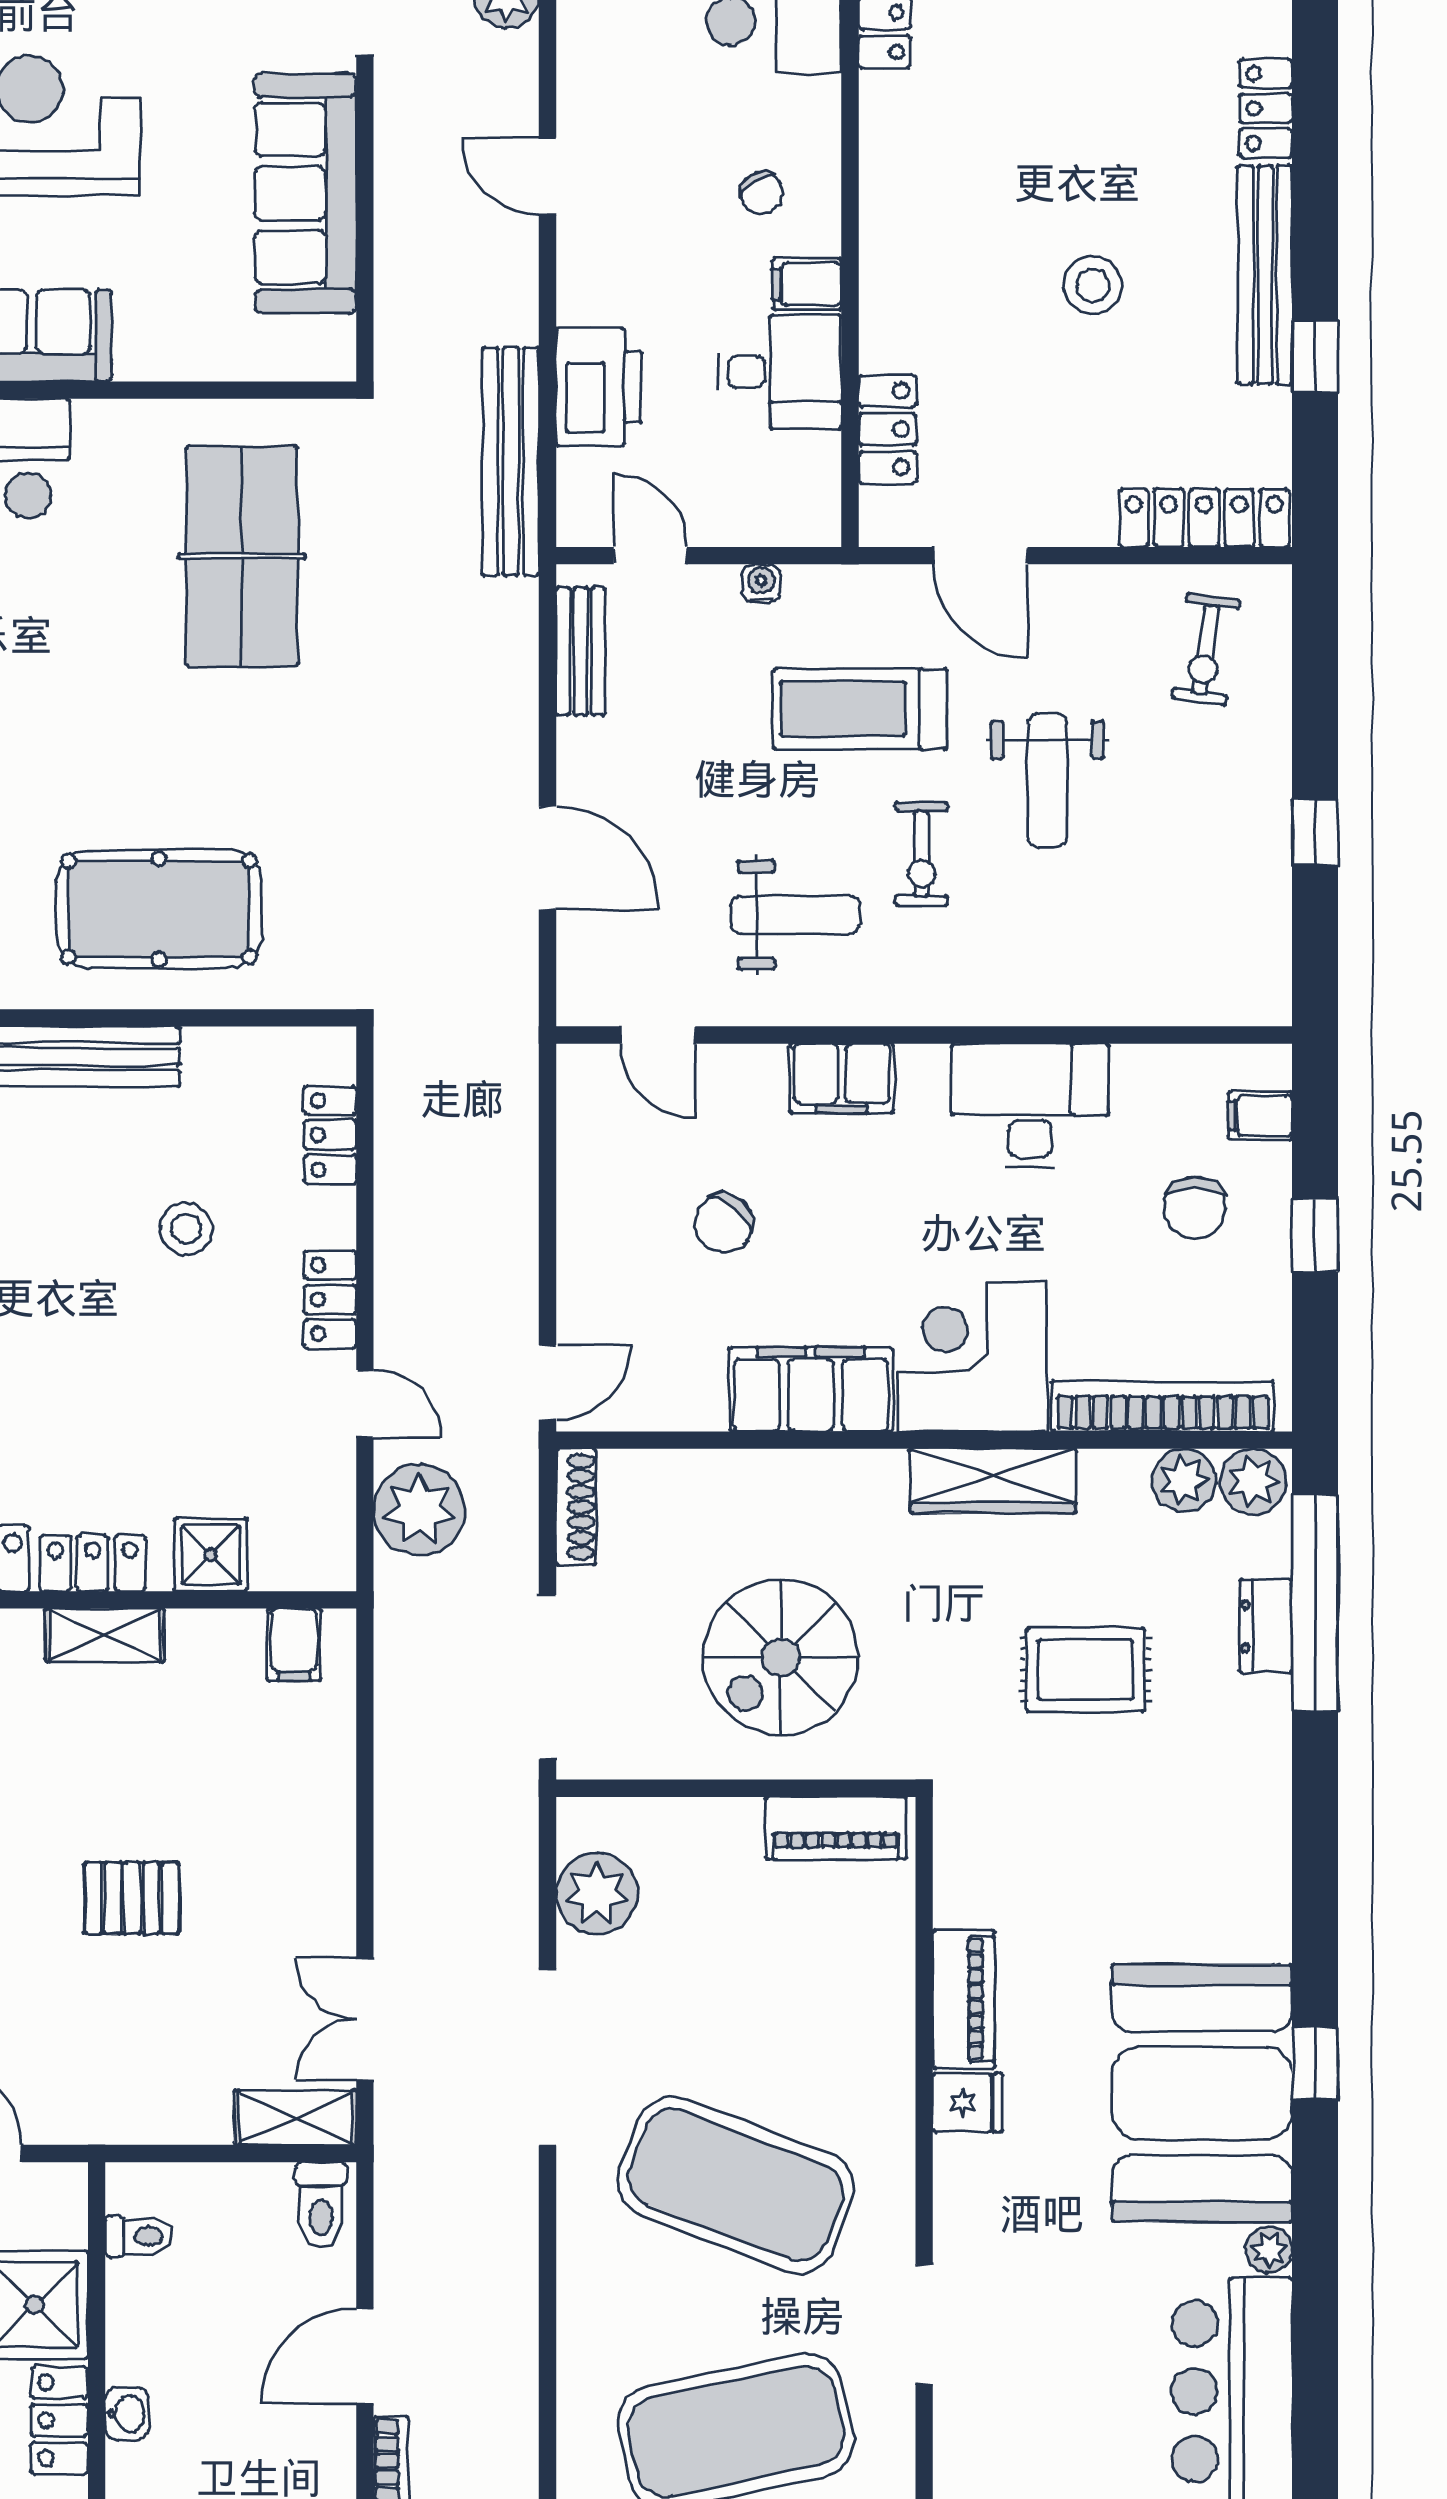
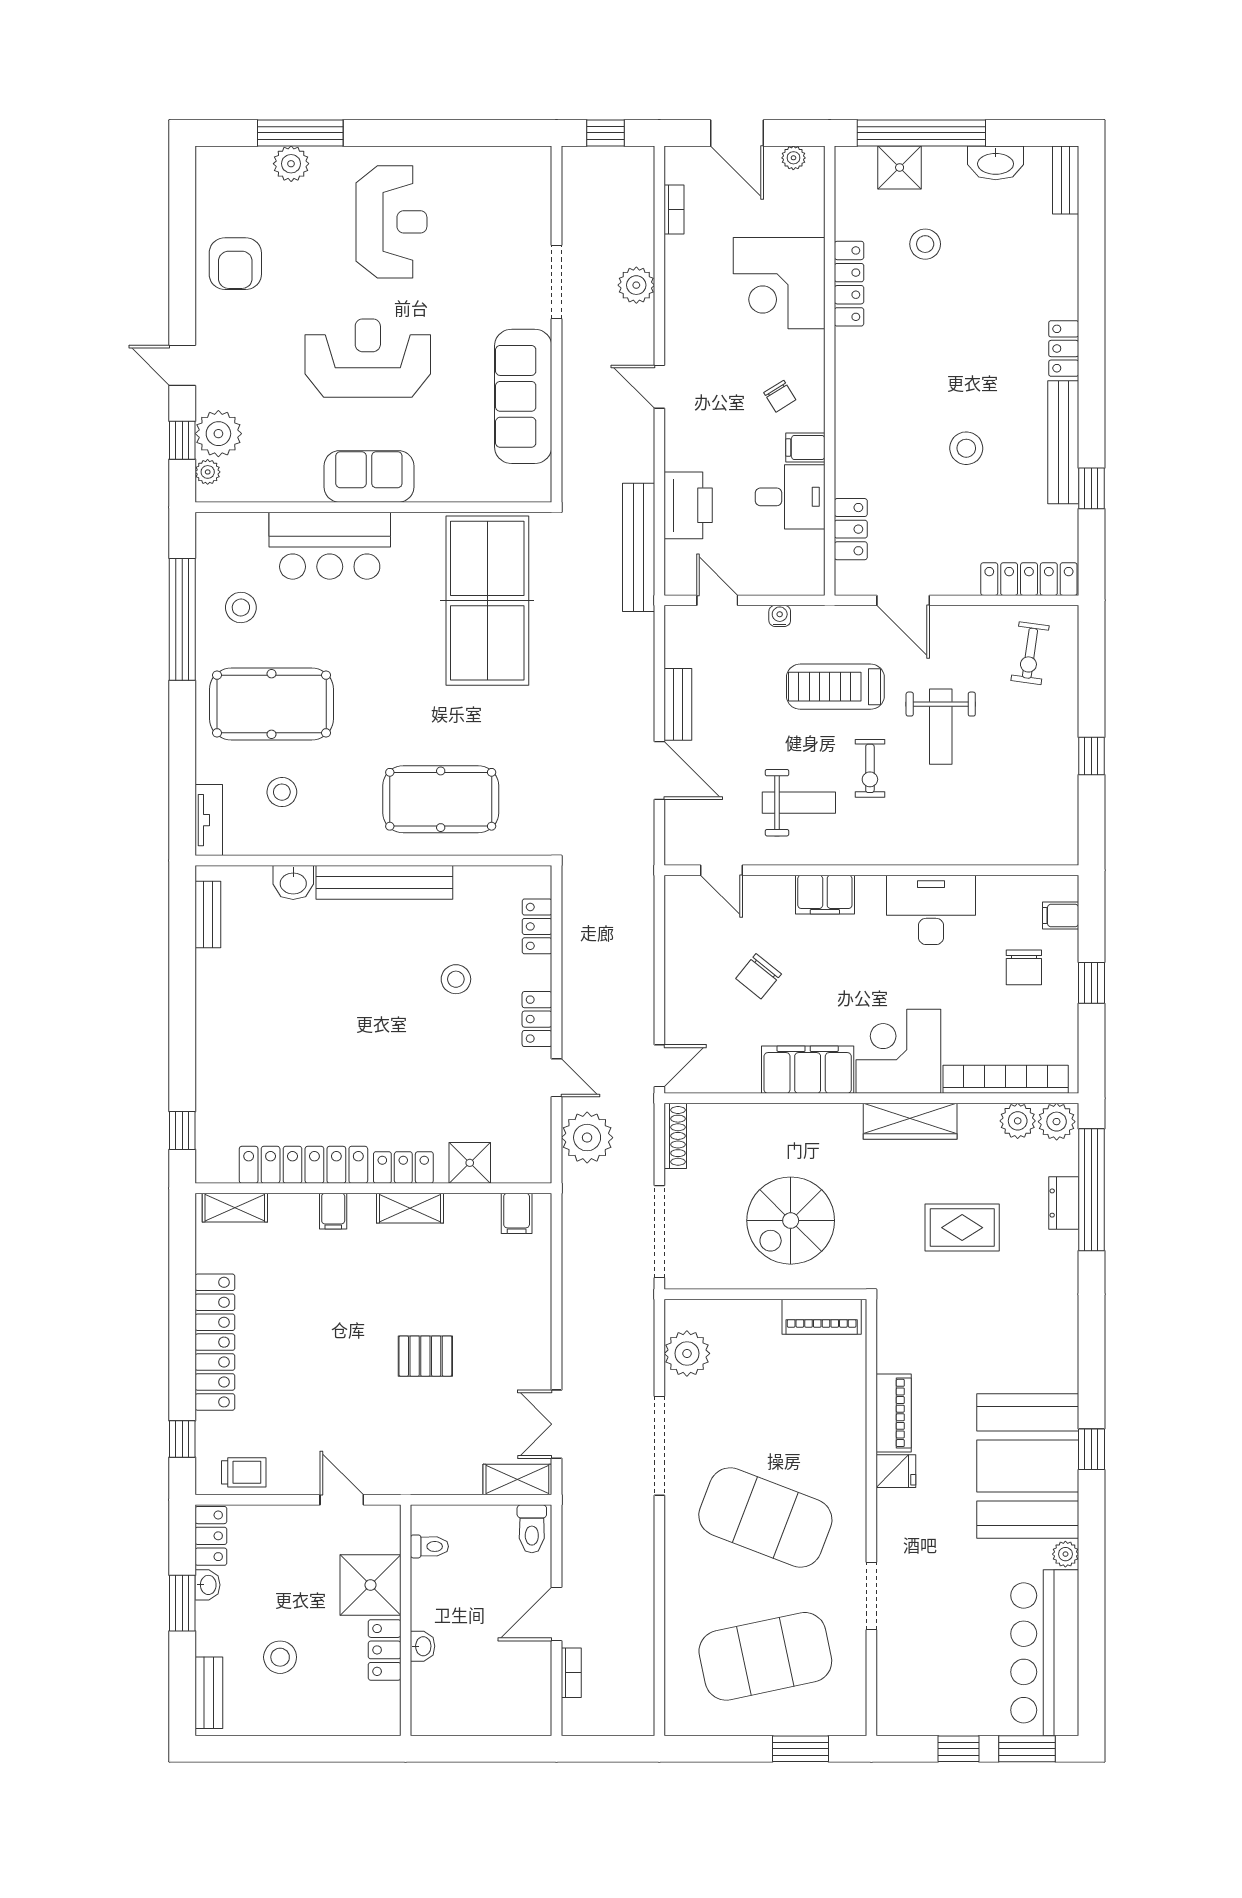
table tennis table: (242, 556) -> (487, 601), width x1.36, depth x1.32
bench: (581, 651) -> (678, 704), moved

